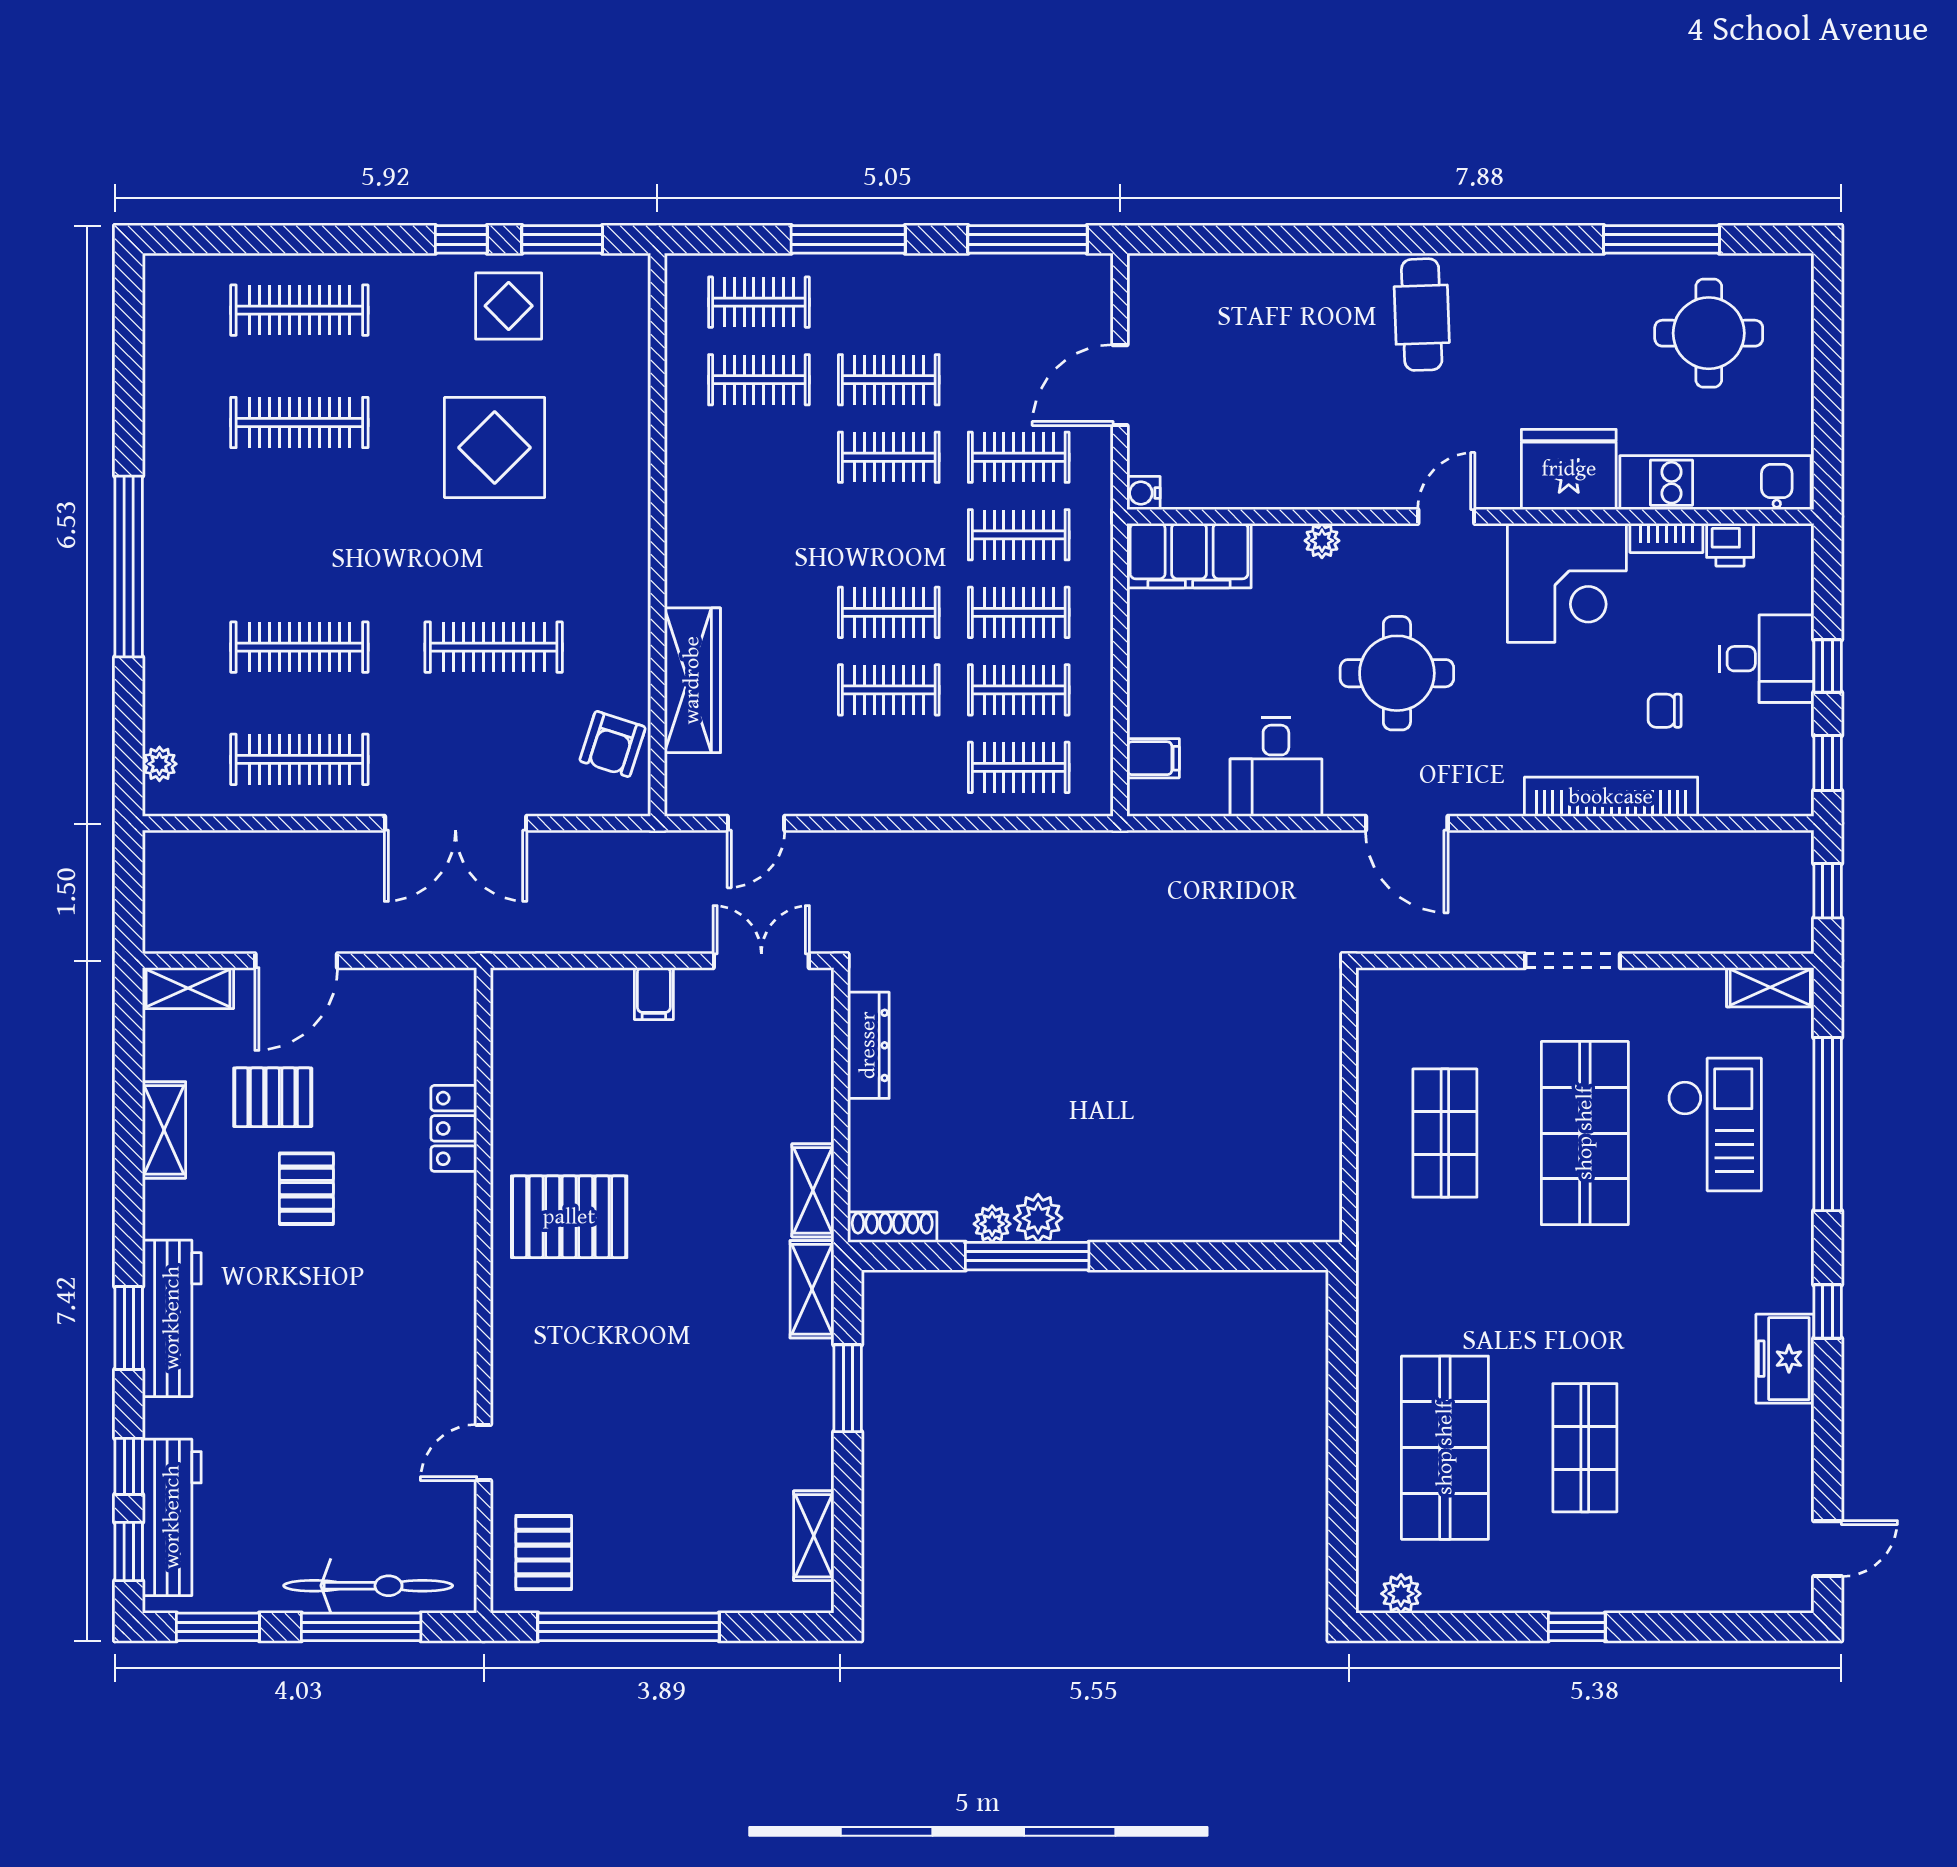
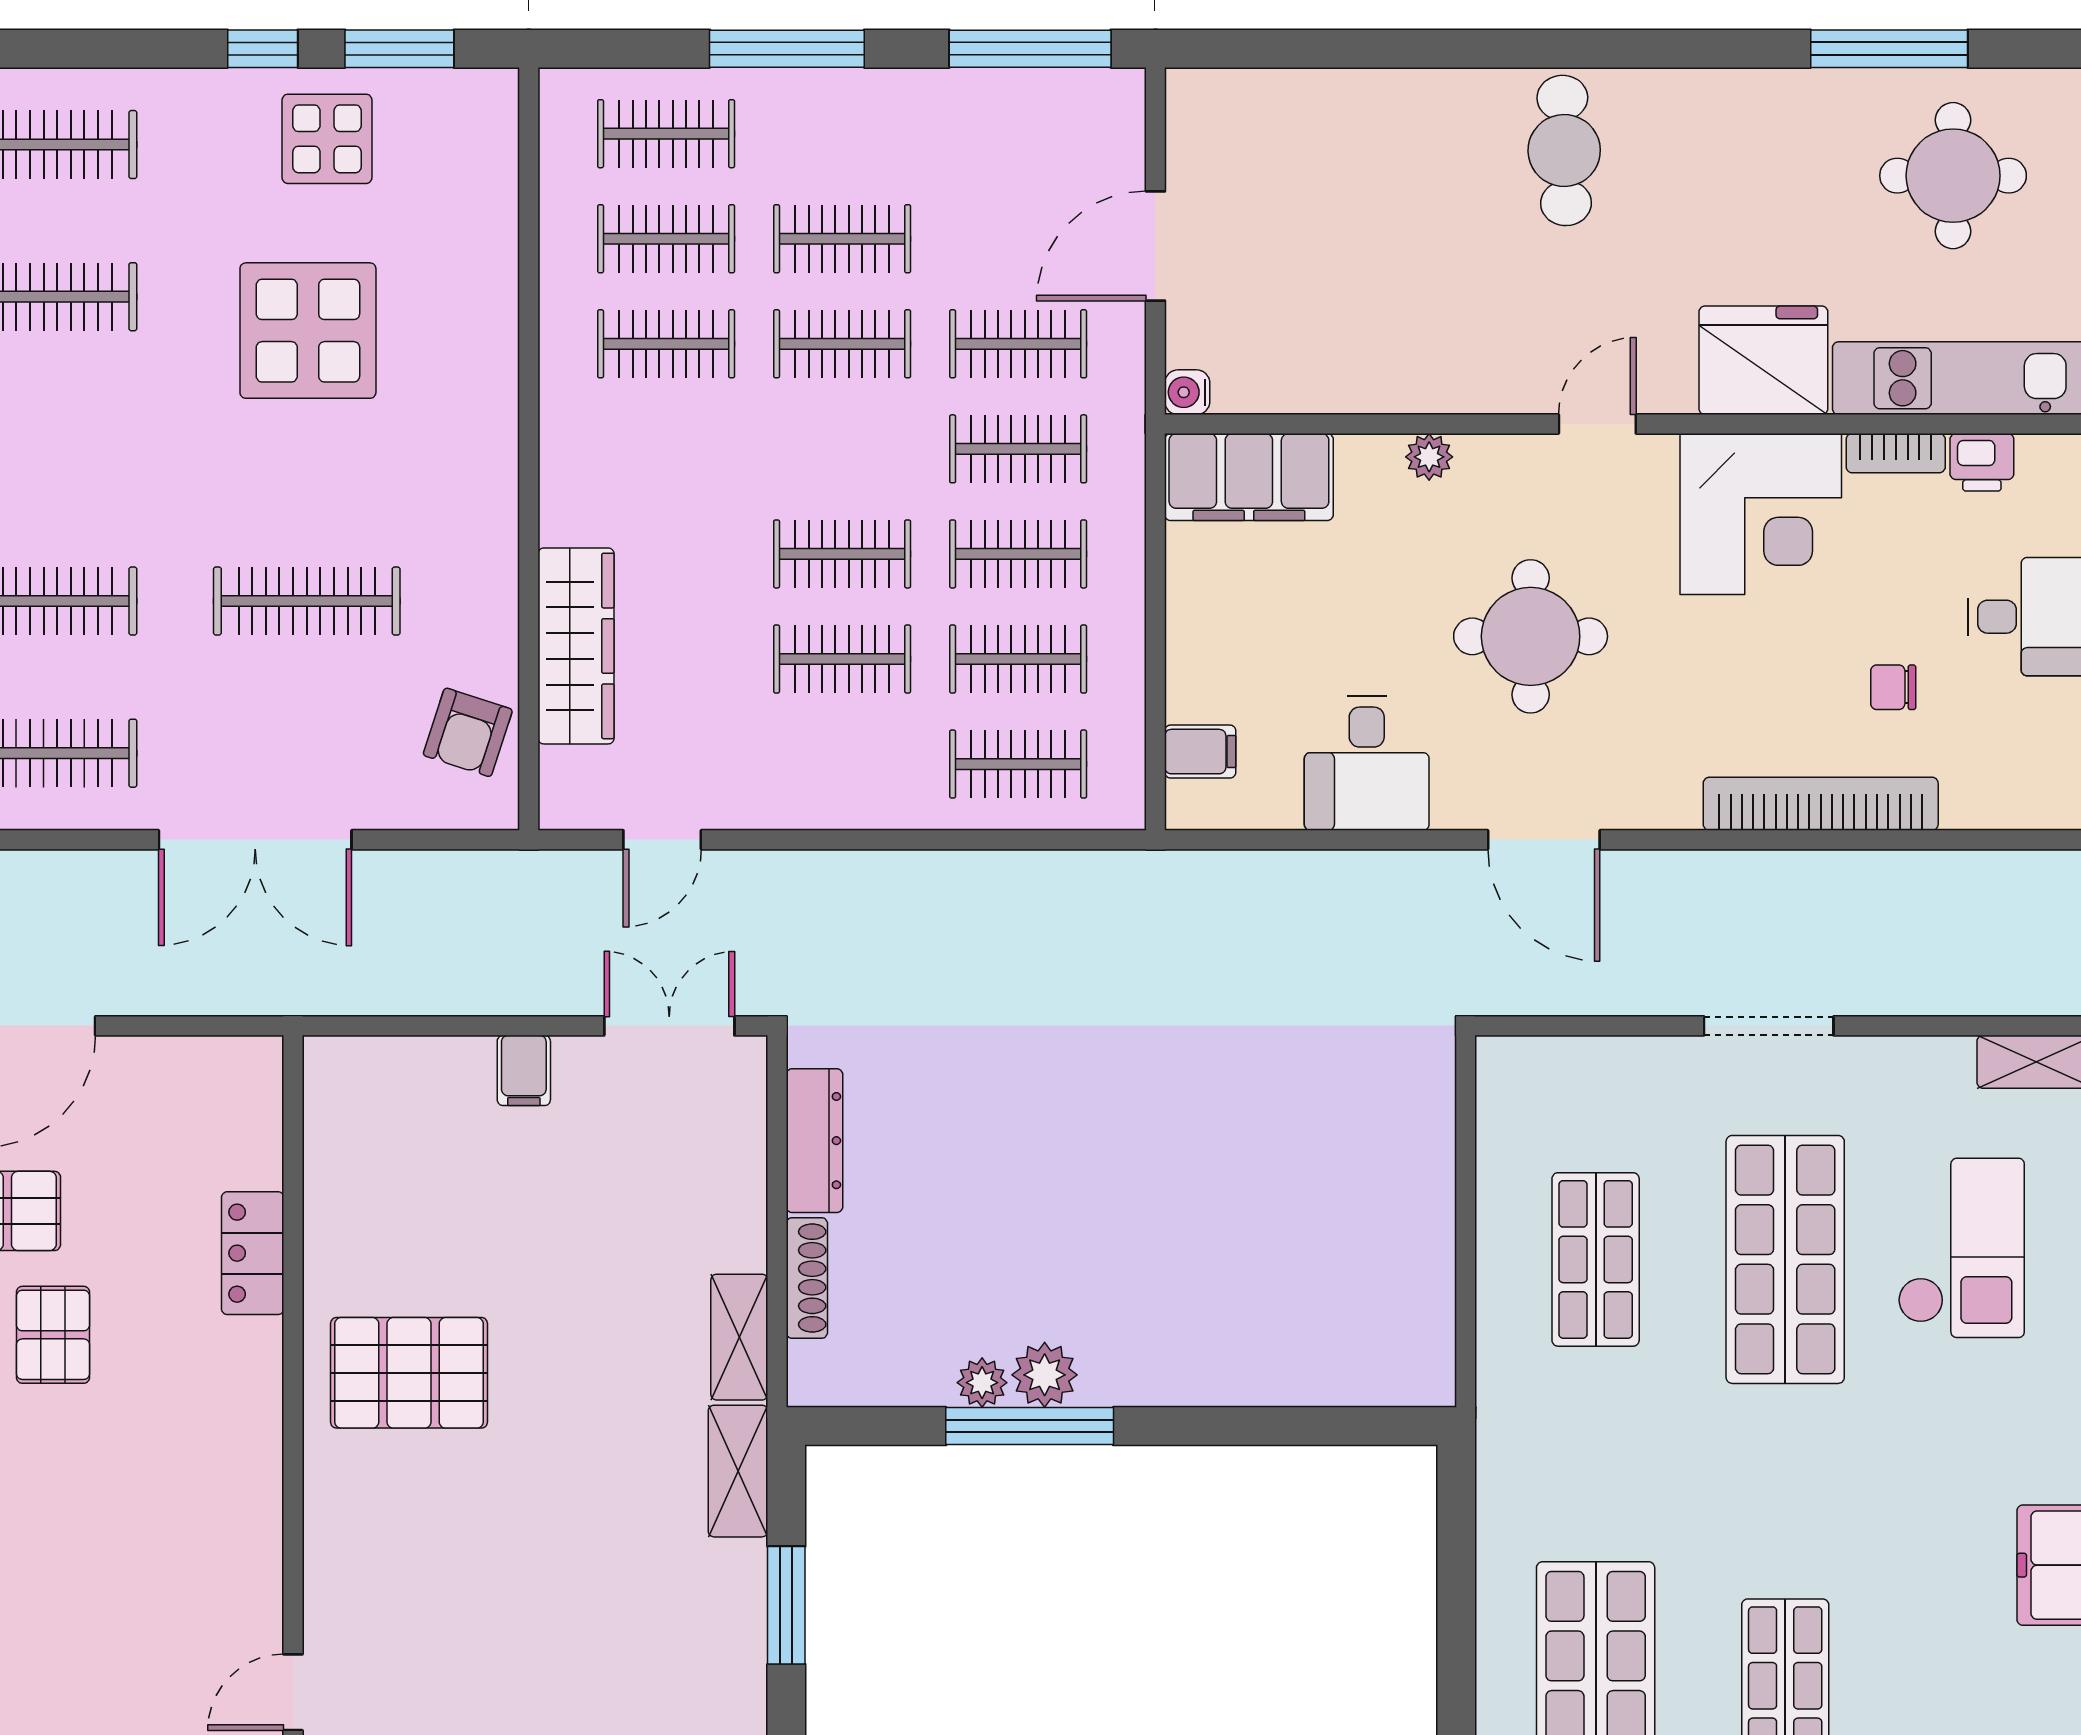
clothes rail: (759, 457) -> (666, 344), added
shoe rack: (892, 1227) -> (807, 1278), moved, turned 90

